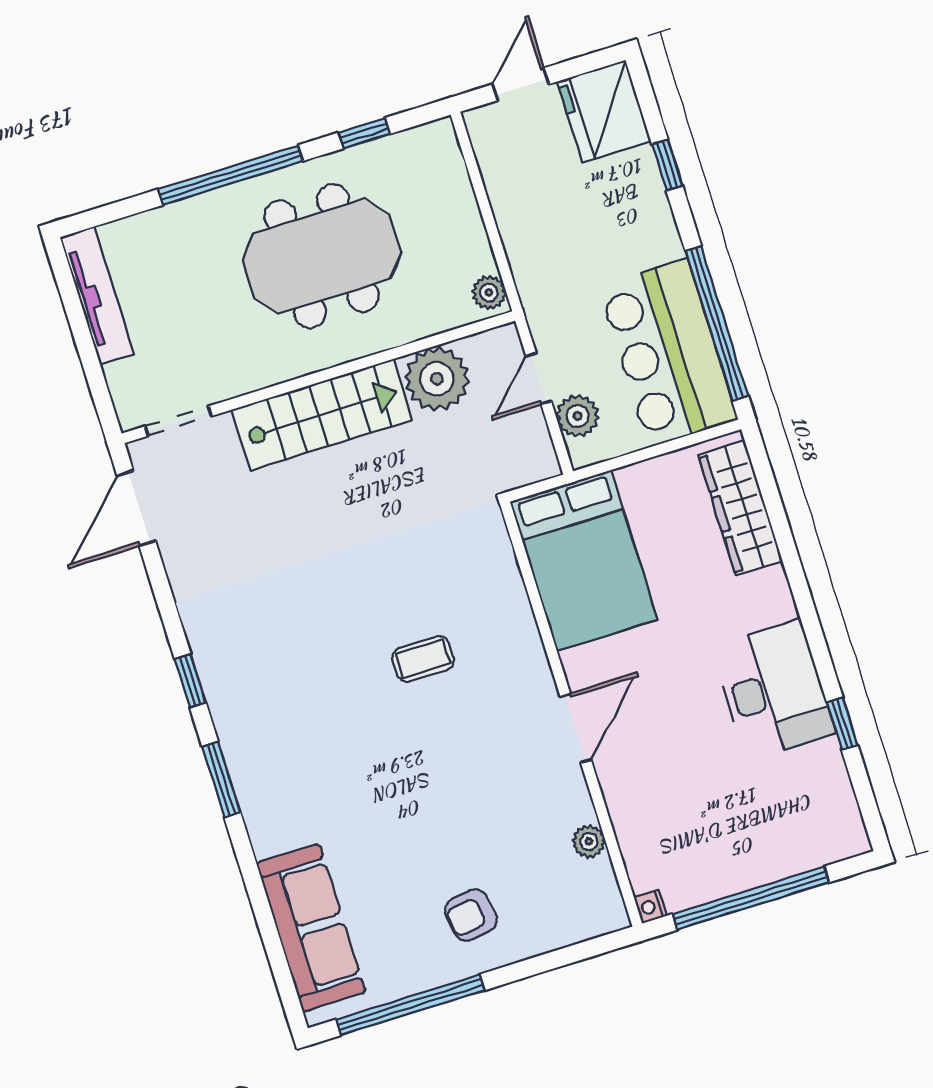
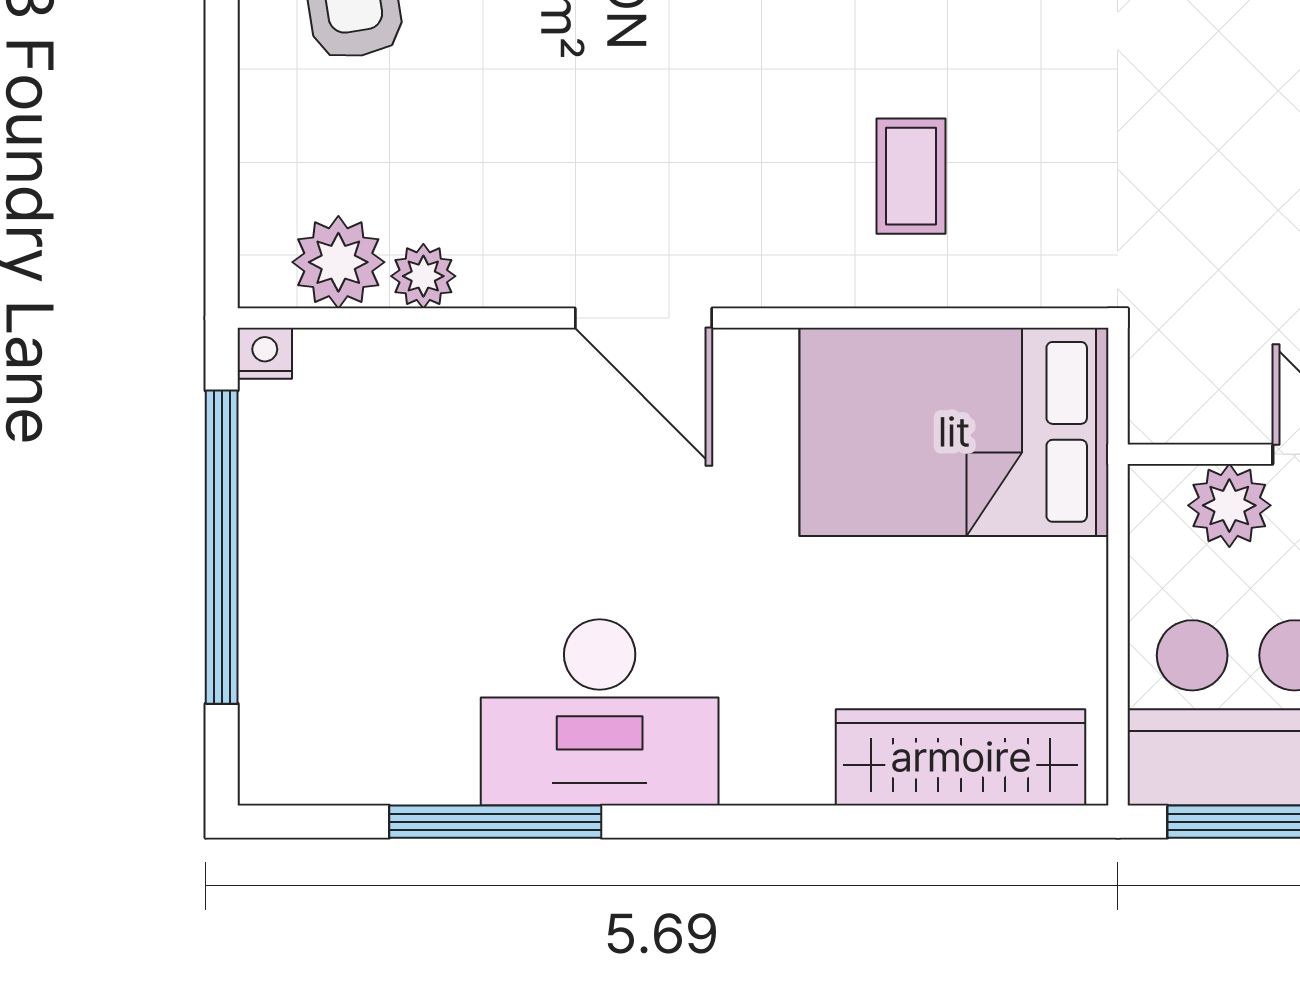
coffee table: (423, 659) -> (911, 176), moved
window: (842, 724) -> (495, 822), width x2.17
plant: (595, 885) -> (338, 262), added

